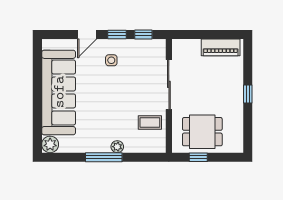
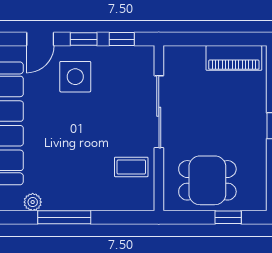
side table: (111, 60) -> (75, 77), width x1.87, depth x1.87
plant: (117, 147) -> (33, 202), moved
window: (198, 157) -> (228, 217), moved

